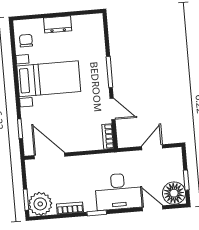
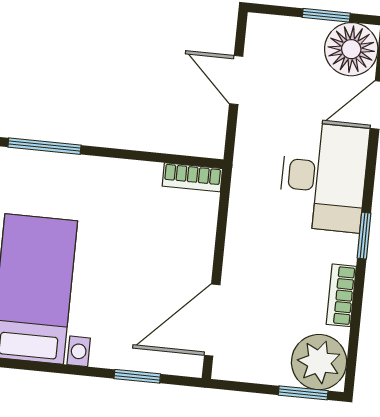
door: (113, 109) -> (131, 155), removed

